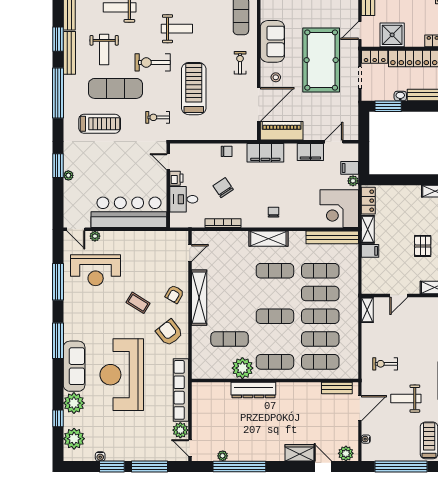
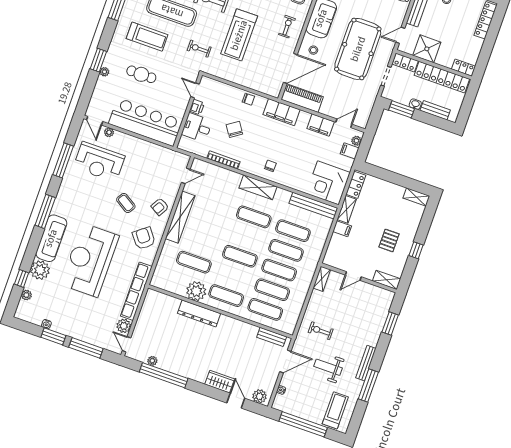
treadmill: (194, 89) -> (239, 35), turned 180
cafe table: (107, 165) -> (141, 74), added
plant: (353, 181) -> (356, 141), moved
plant: (74, 439) -> (26, 295), width x0.53, depth x0.53

